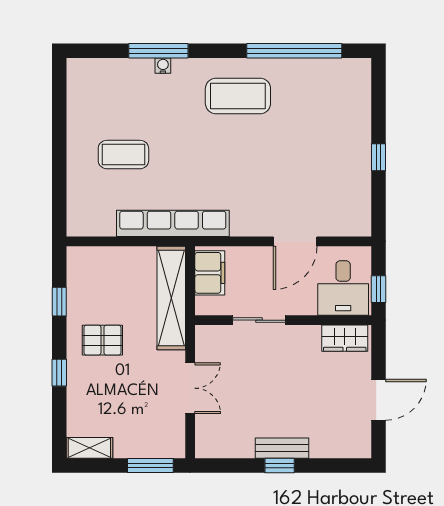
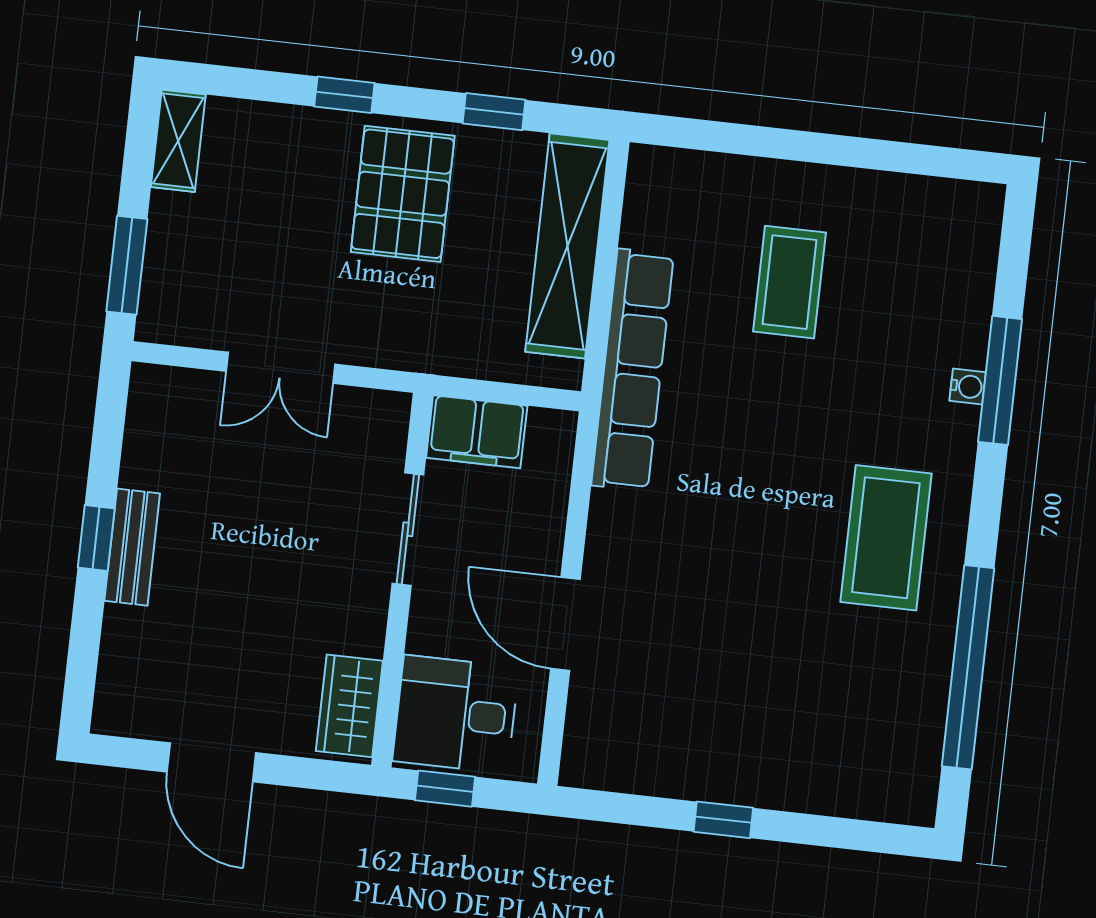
filing cabinet: (210, 273) -> (477, 432), moved
shelving: (171, 298) -> (567, 246), moved, turned 90
pallet: (102, 340) -> (403, 194), width x1.50, depth x1.42

